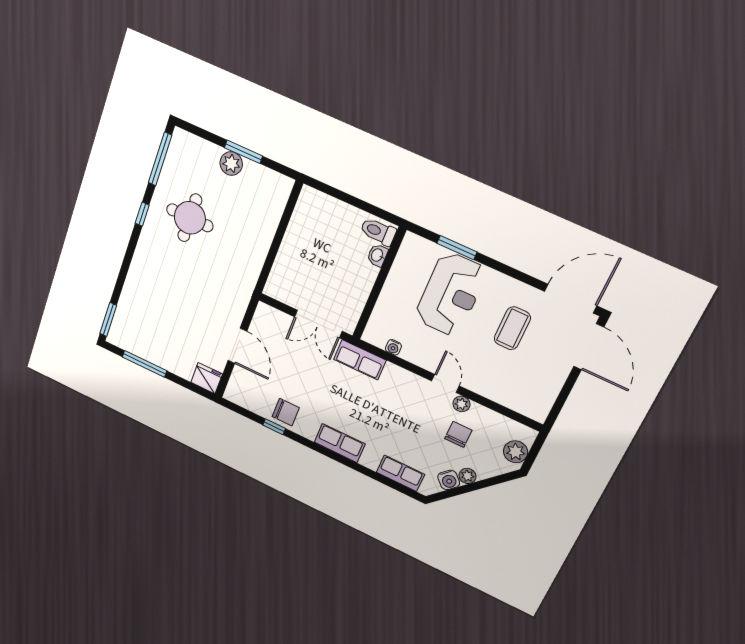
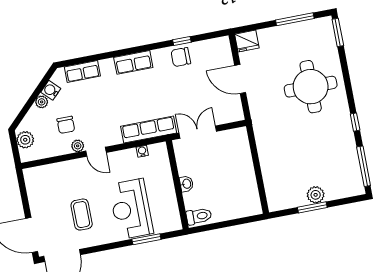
round table: (190, 218) -> (311, 87), moved, width x1.36, depth x1.36
washbasin: (377, 255) -> (186, 184), moved
row of seats: (360, 360) -> (149, 130), width x1.48

